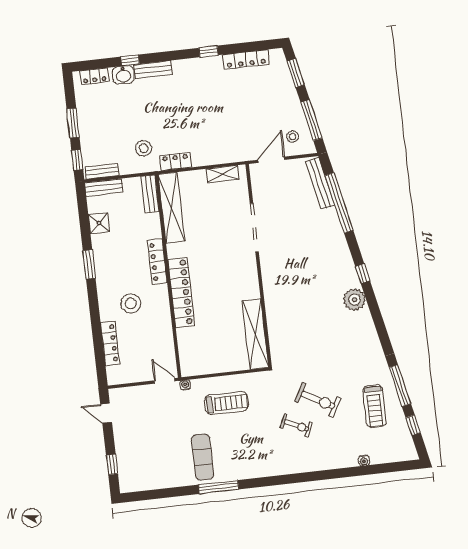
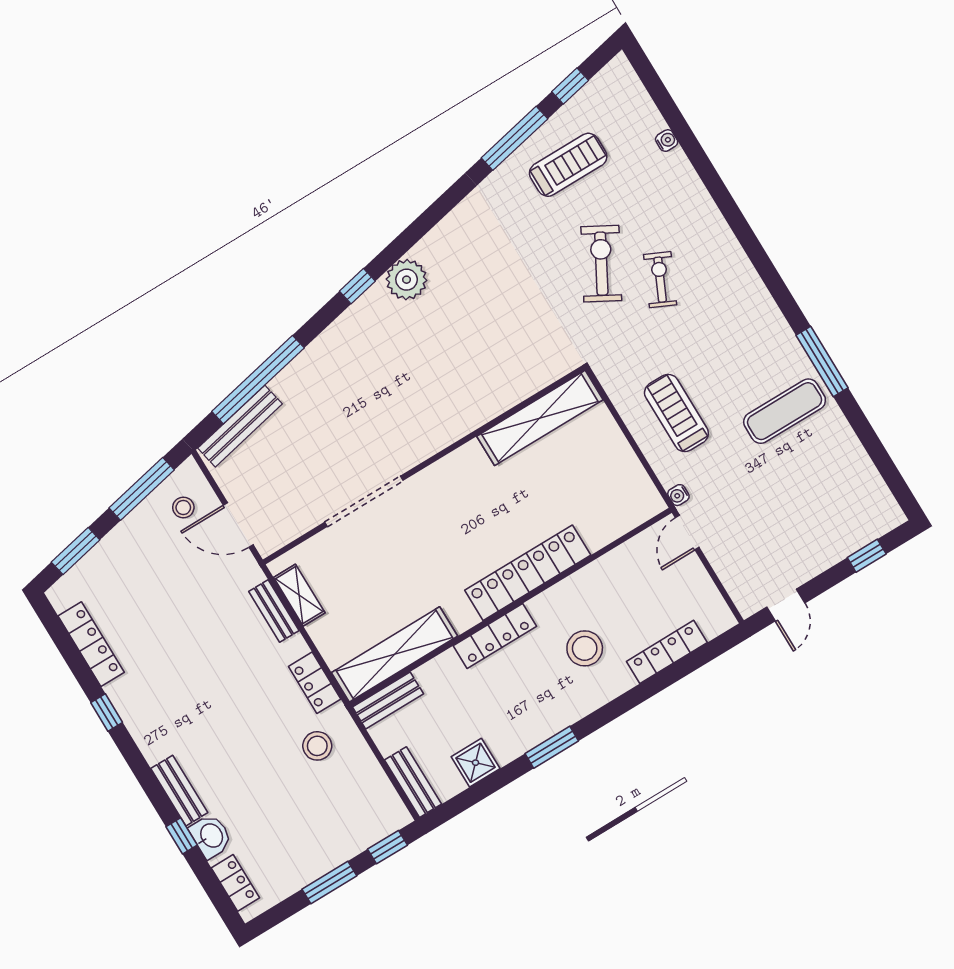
bench: (102, 171) -> (274, 611), moved

